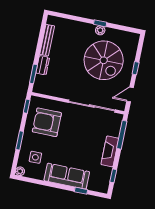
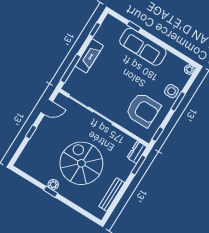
spiral stairs: (104, 60) -> (81, 163), moved
dresser: (43, 65) -> (137, 152), moved
side table: (35, 157) -> (171, 91), moved

